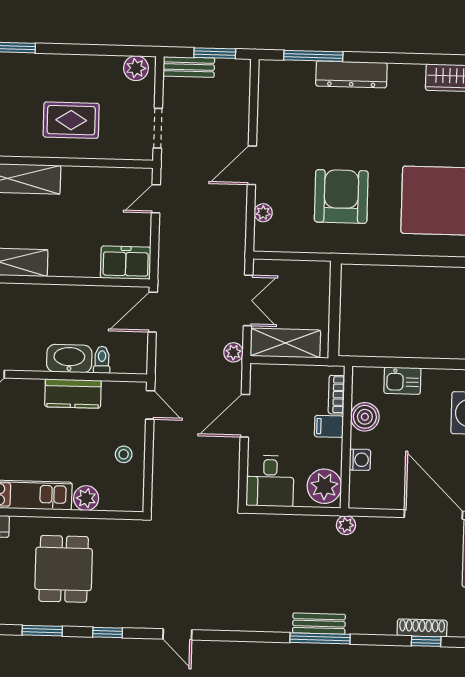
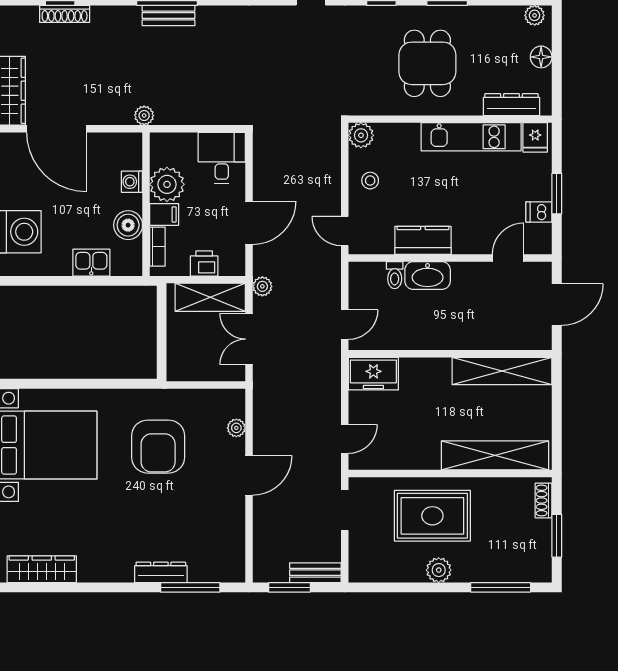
plant: (136, 68) -> (439, 570), moved
dresser: (351, 74) -> (161, 572), width x0.73, depth x0.80
rug: (71, 120) -> (432, 516), width x1.36, depth x1.43
door: (153, 312) -> (345, 325), width x0.73
printer: (290, 377) -> (204, 263), added
plant: (324, 486) -> (167, 184), moved
plant: (86, 498) -> (361, 135), moved

